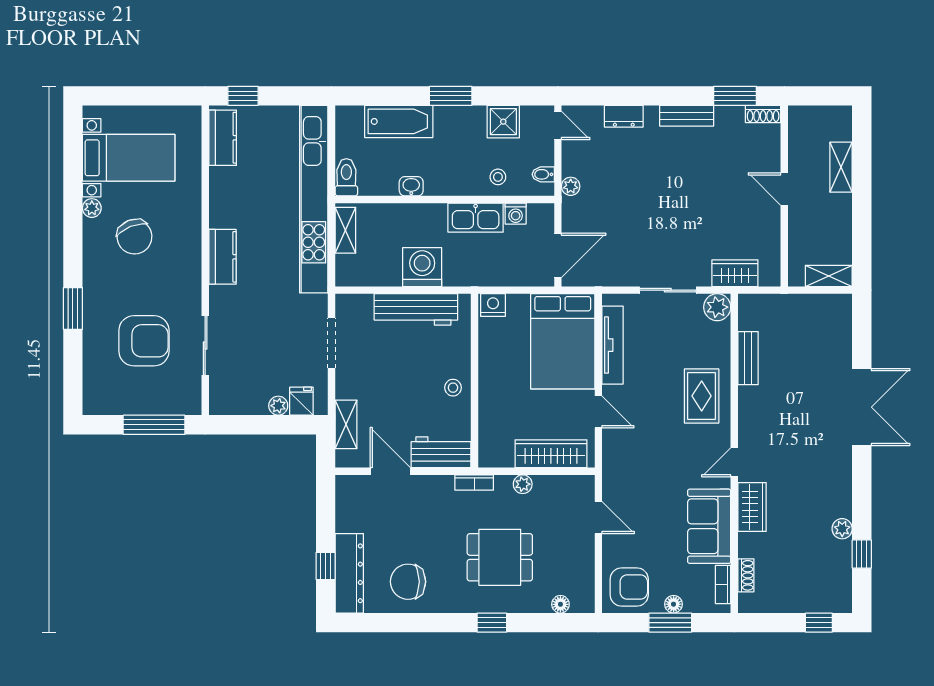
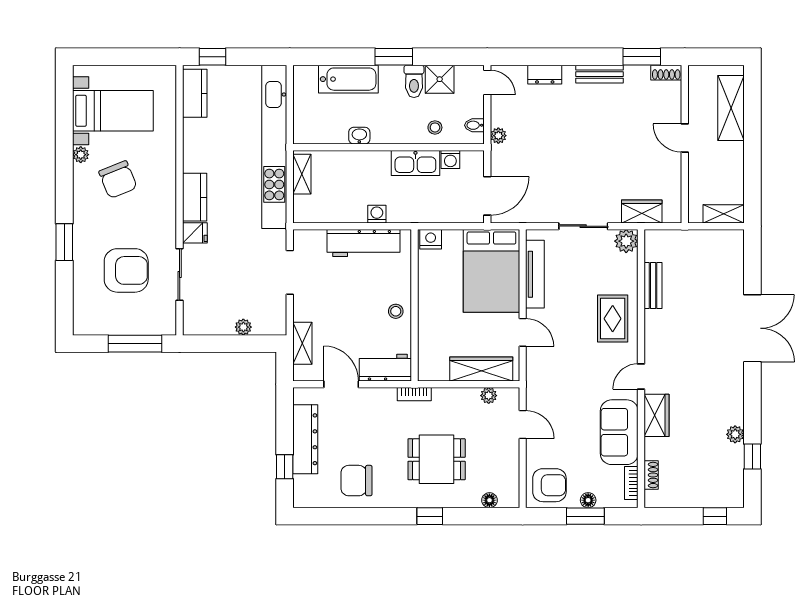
shelving: (841, 167) -> (731, 108), width x1.50, depth x1.33
toilet: (346, 177) -> (414, 81), moved, turned 180
washing machine: (422, 267) -> (377, 214), width x0.53, depth x0.53
fridge: (301, 401) -> (195, 233), moved, turned 90
plant: (523, 484) -> (489, 396), moved
dresser: (349, 573) -> (305, 439), moved

